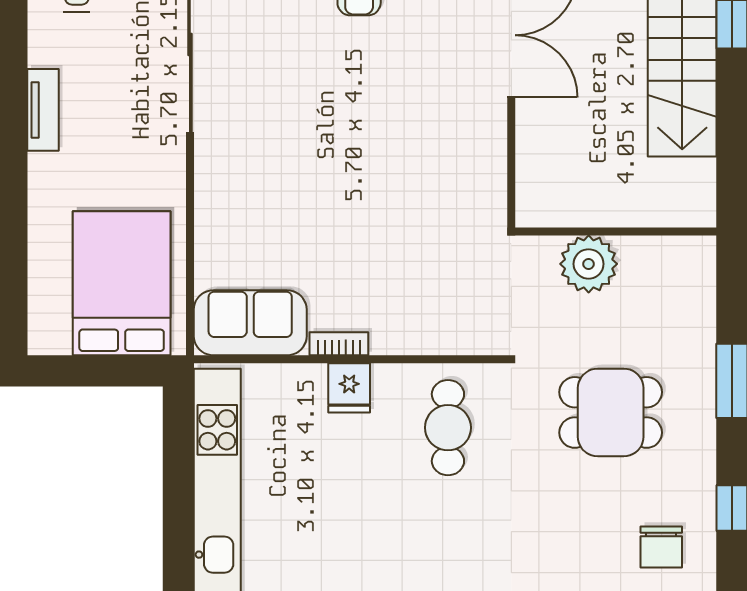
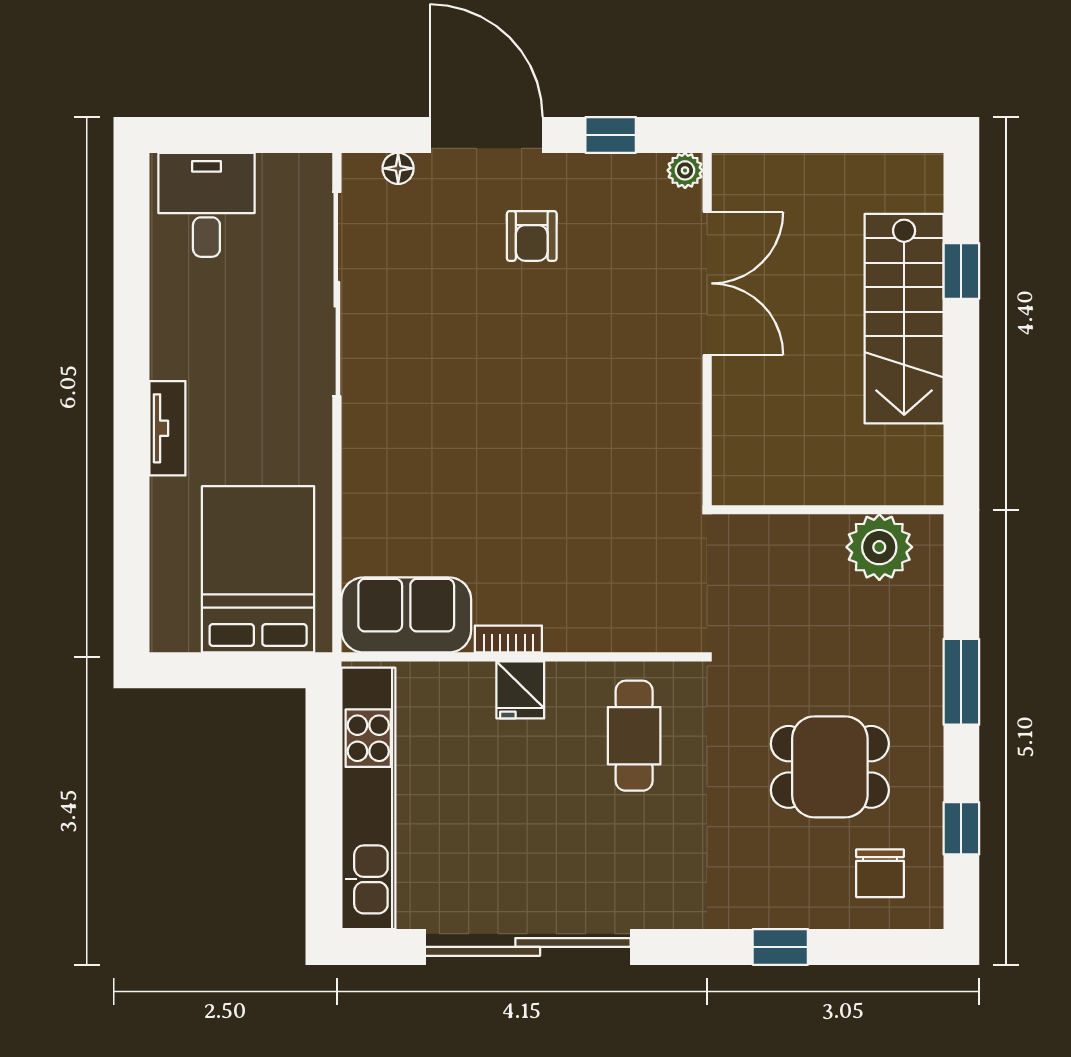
tv unit: (43, 110) -> (167, 428), moved
plant: (589, 264) -> (879, 547), moved
dining table: (611, 412) -> (830, 767), moved

